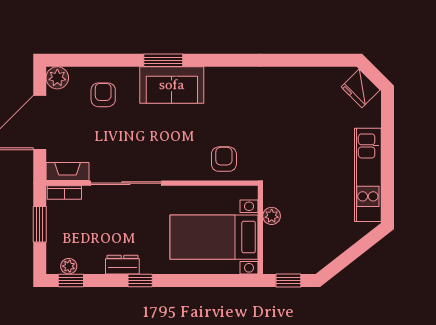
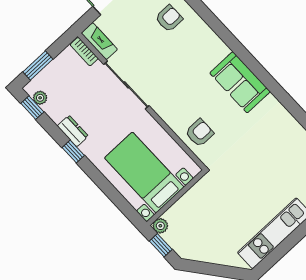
window: (163, 60) -> (226, 36), removed
sofa: (172, 85) -> (240, 82), moved
plant: (272, 216) -> (160, 226), moved
window: (40, 224) -> (38, 66), moved

